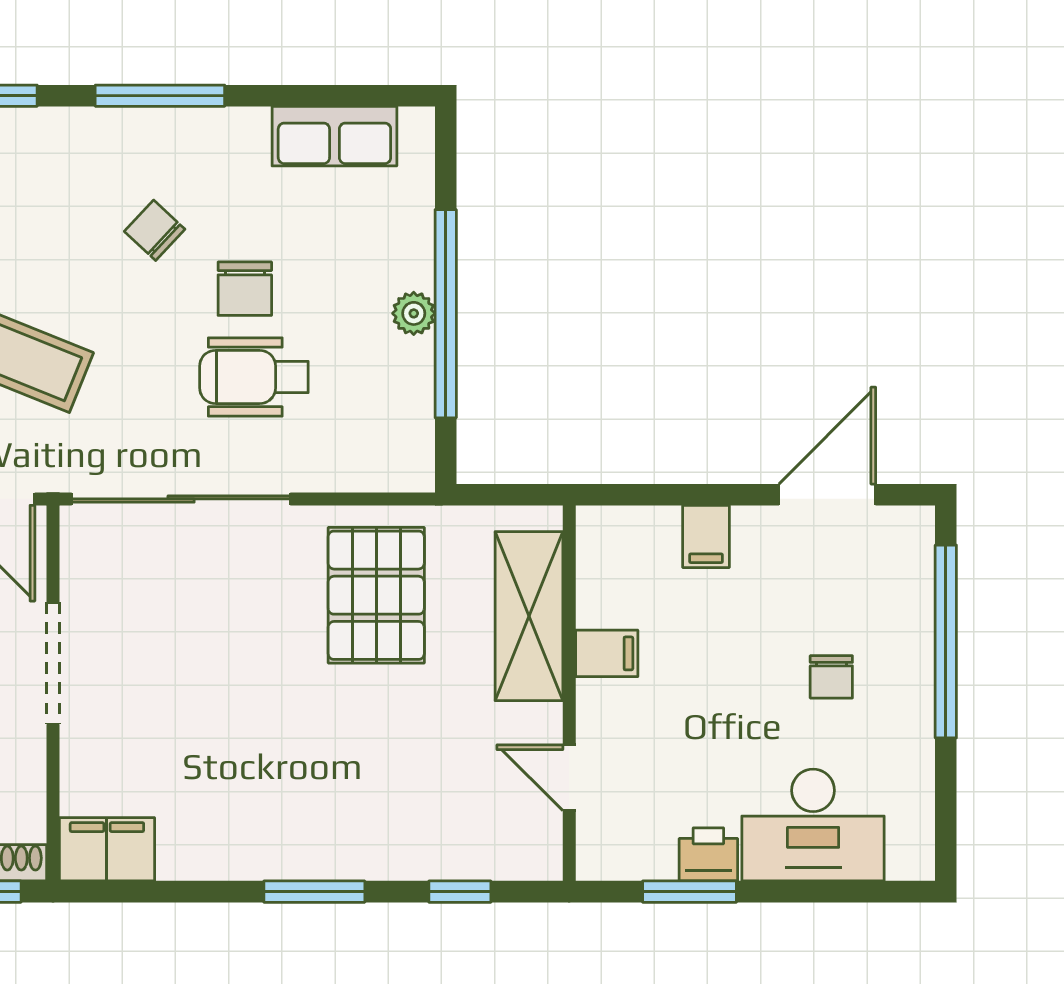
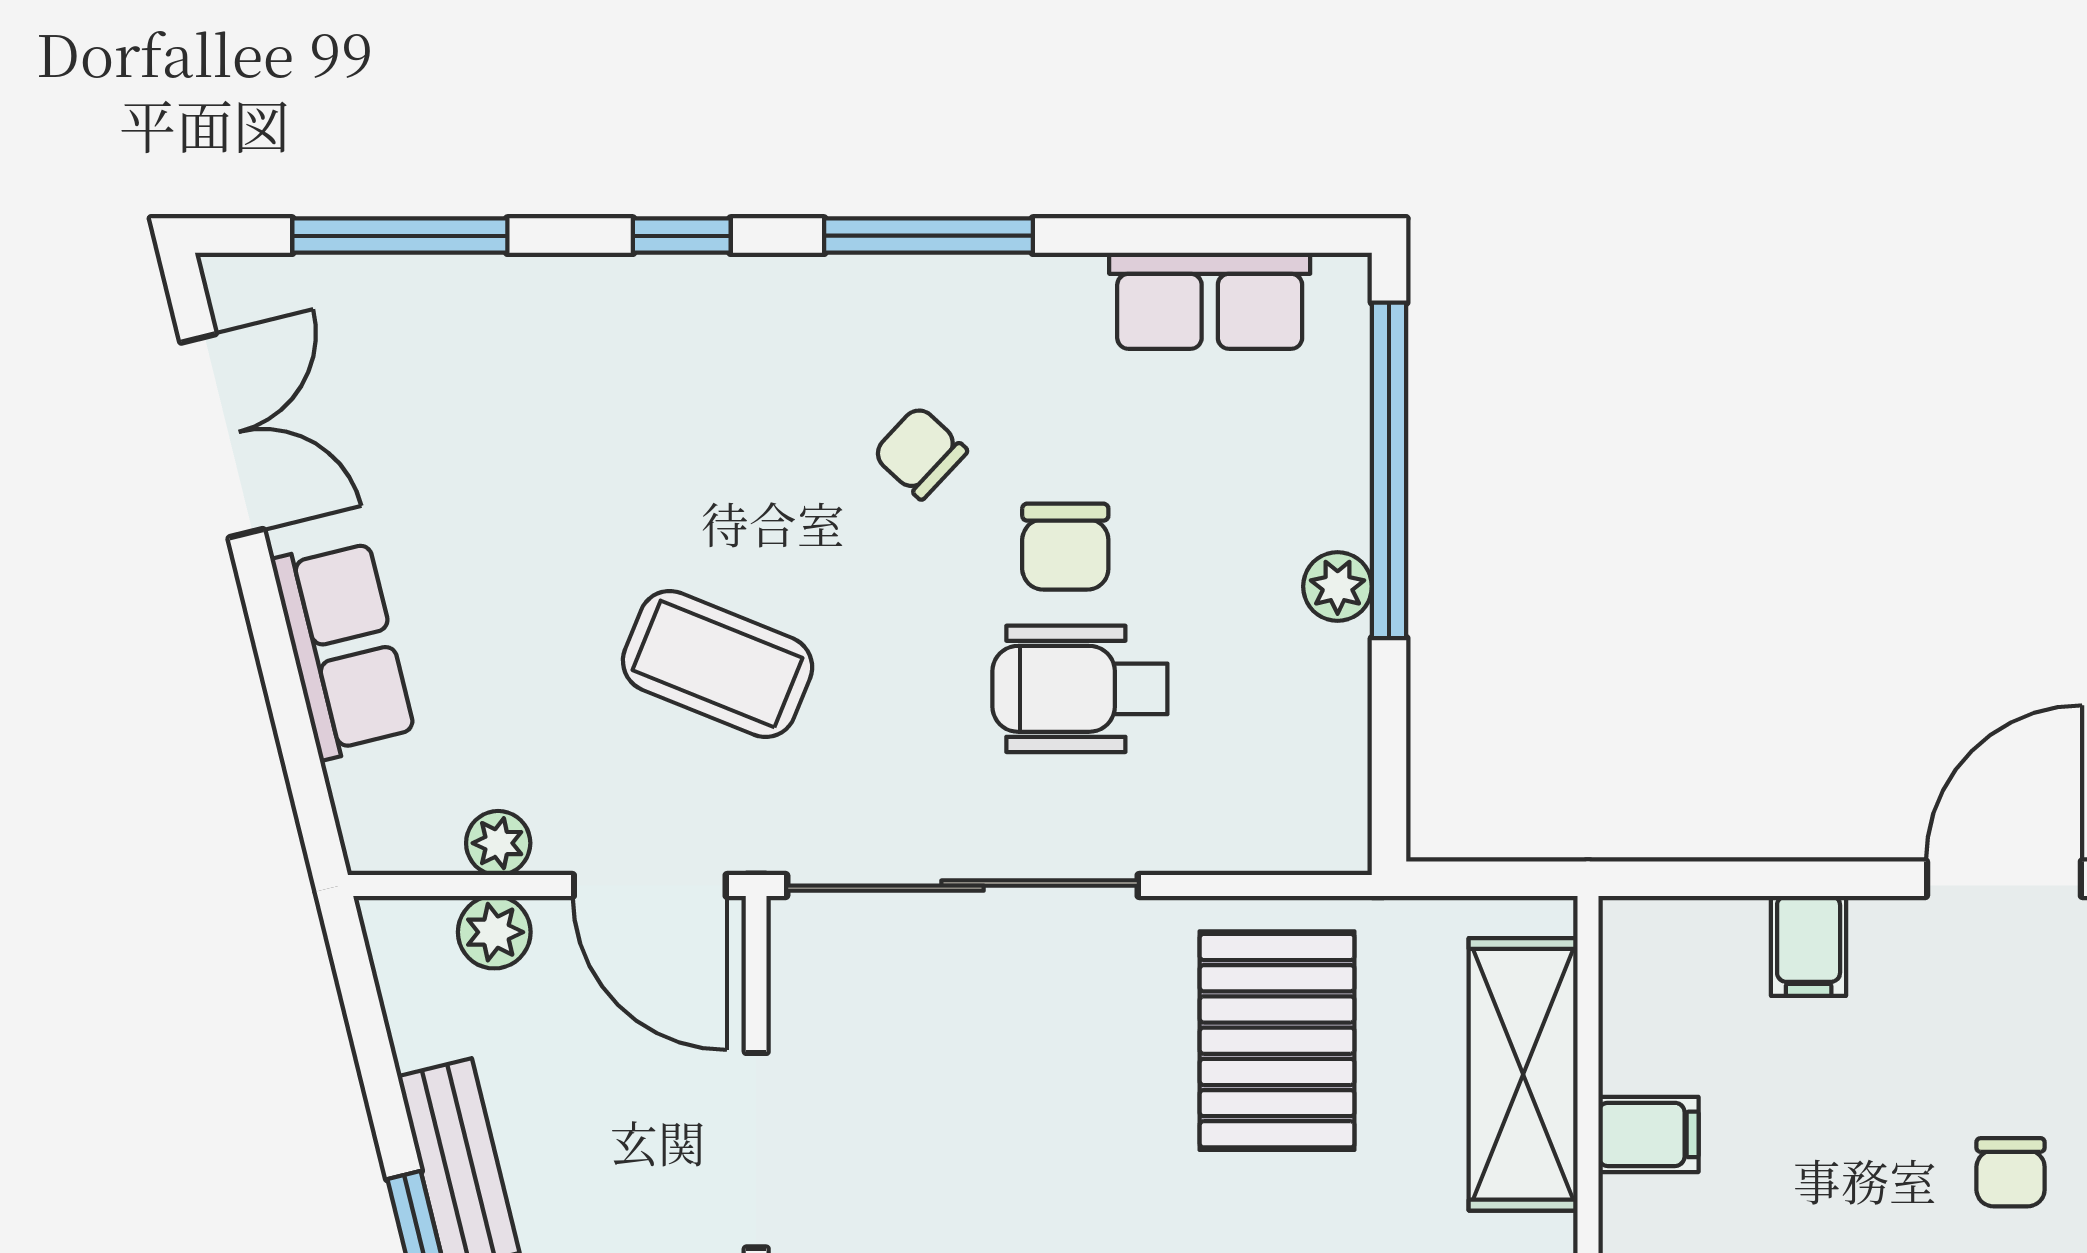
window: (446, 314) -> (1389, 470), moved

